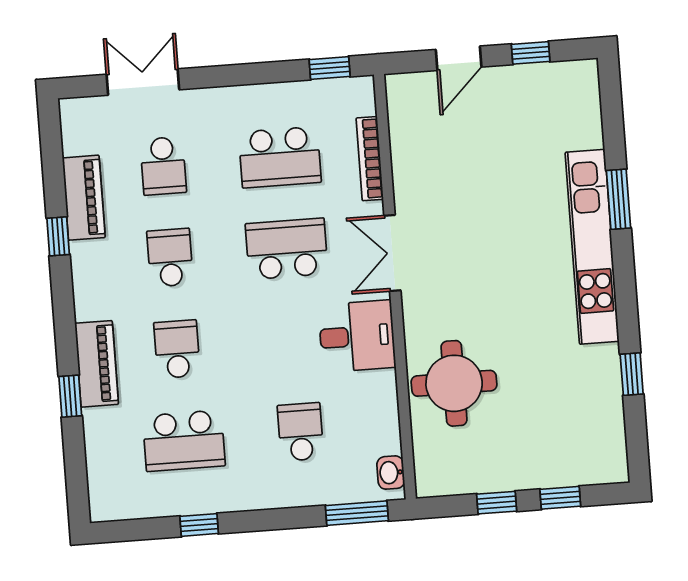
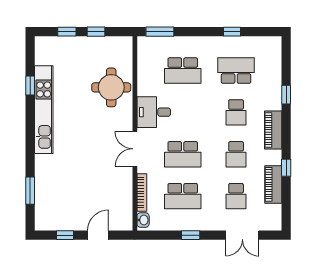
window: (330, 68) -> (191, 235), moved
school desk: (280, 157) -> (183, 196), turned 180
school desk: (163, 166) -> (236, 196), turned 180
window: (619, 199) -> (30, 191), moved
kitchen unit: (592, 247) -> (44, 110), moved
double door: (392, 253) -> (135, 149), swing flipped
piano: (97, 364) -> (273, 130), moved
school desk: (300, 432) -> (183, 71), width x1.85
washbasin: (391, 473) -> (143, 220), moved

